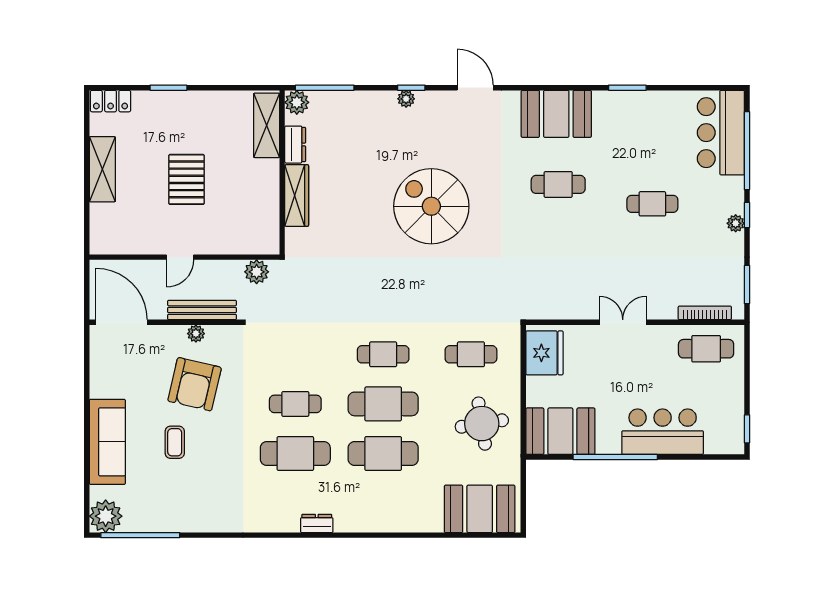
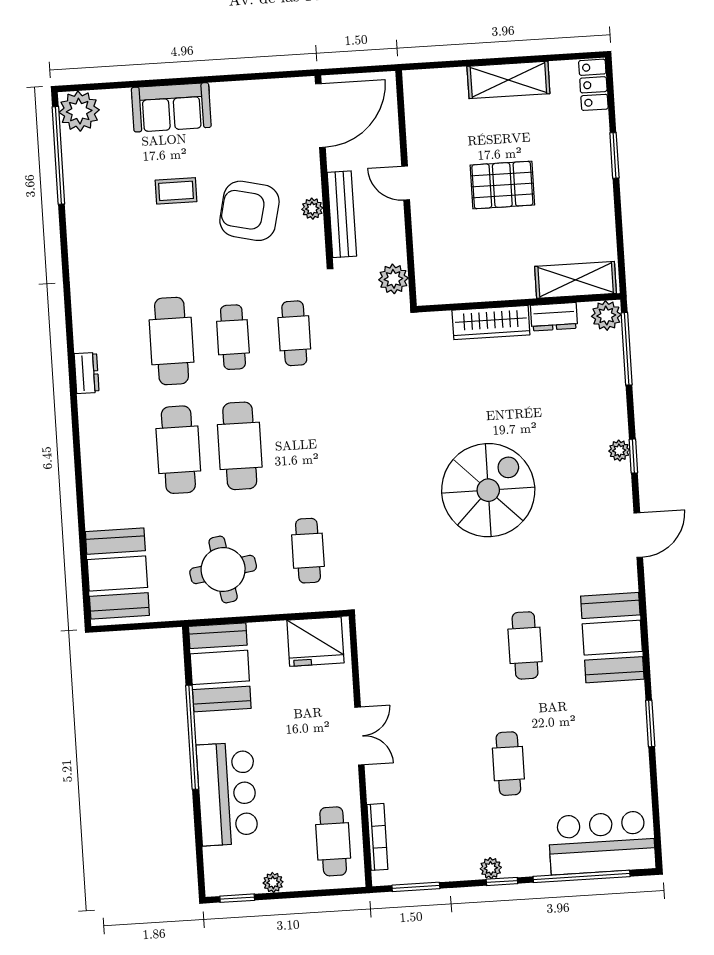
cafe table: (383, 354) -> (294, 333), moved
plant: (736, 399) -> (273, 882), added
sofa: (107, 442) -> (171, 107), width x0.73

